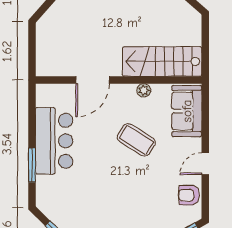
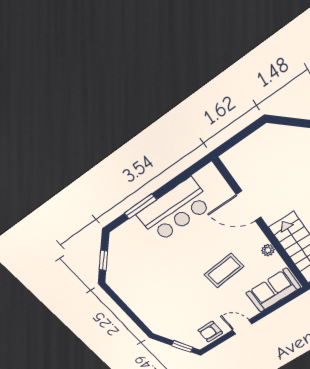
coffee table: (136, 140) -> (224, 271), turned 52
armchair: (189, 195) -> (210, 332), turned -90

